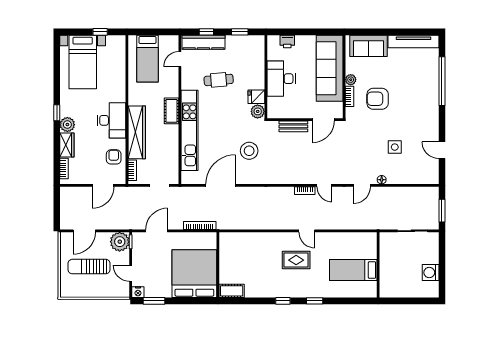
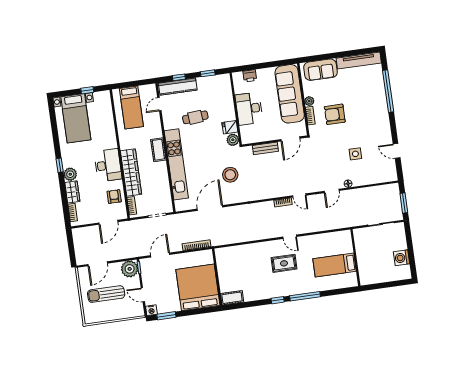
window: (315, 301) -> (305, 296), width x2.17

